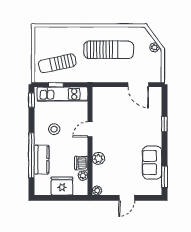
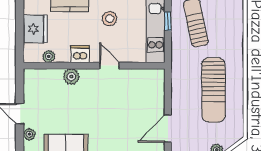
dishwasher: (81, 163) -> (80, 54), moved
plant: (97, 191) -> (29, 134), moved

